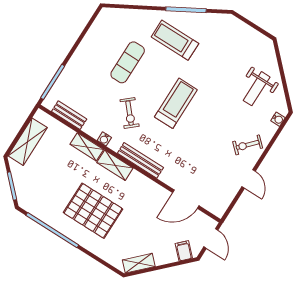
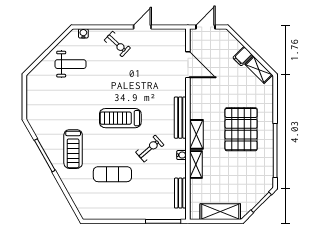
filing cabinet: (184, 251) -> (243, 56), moved

